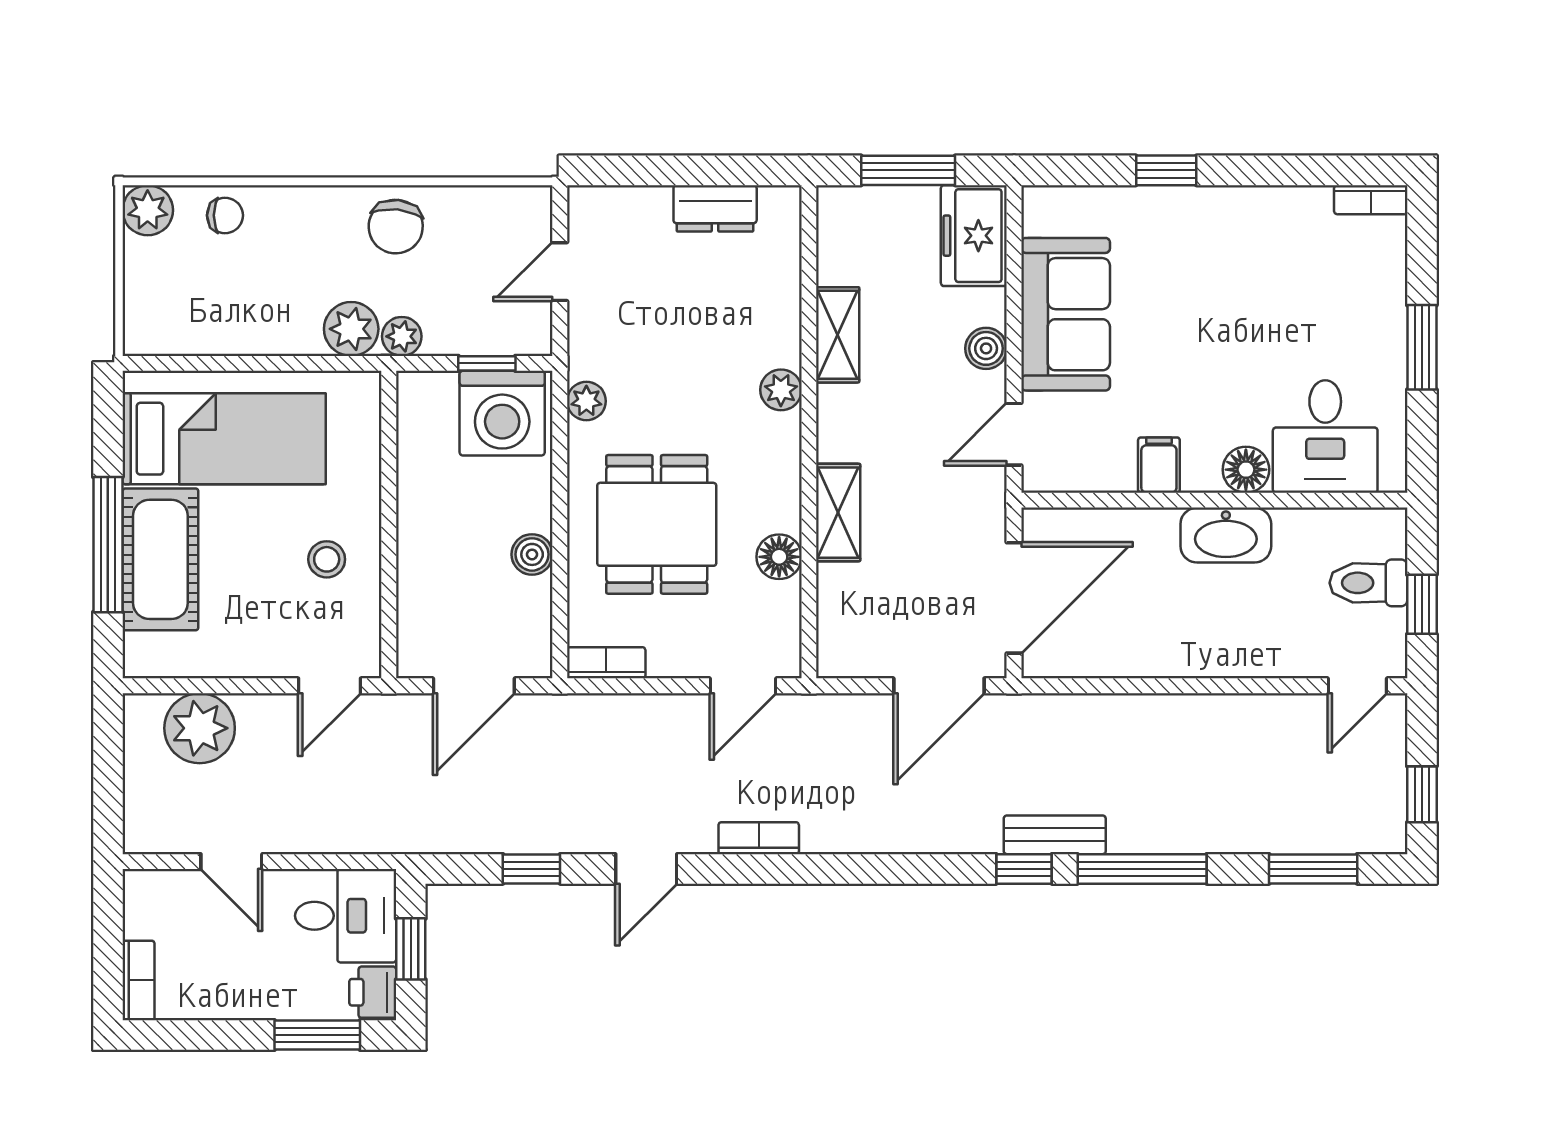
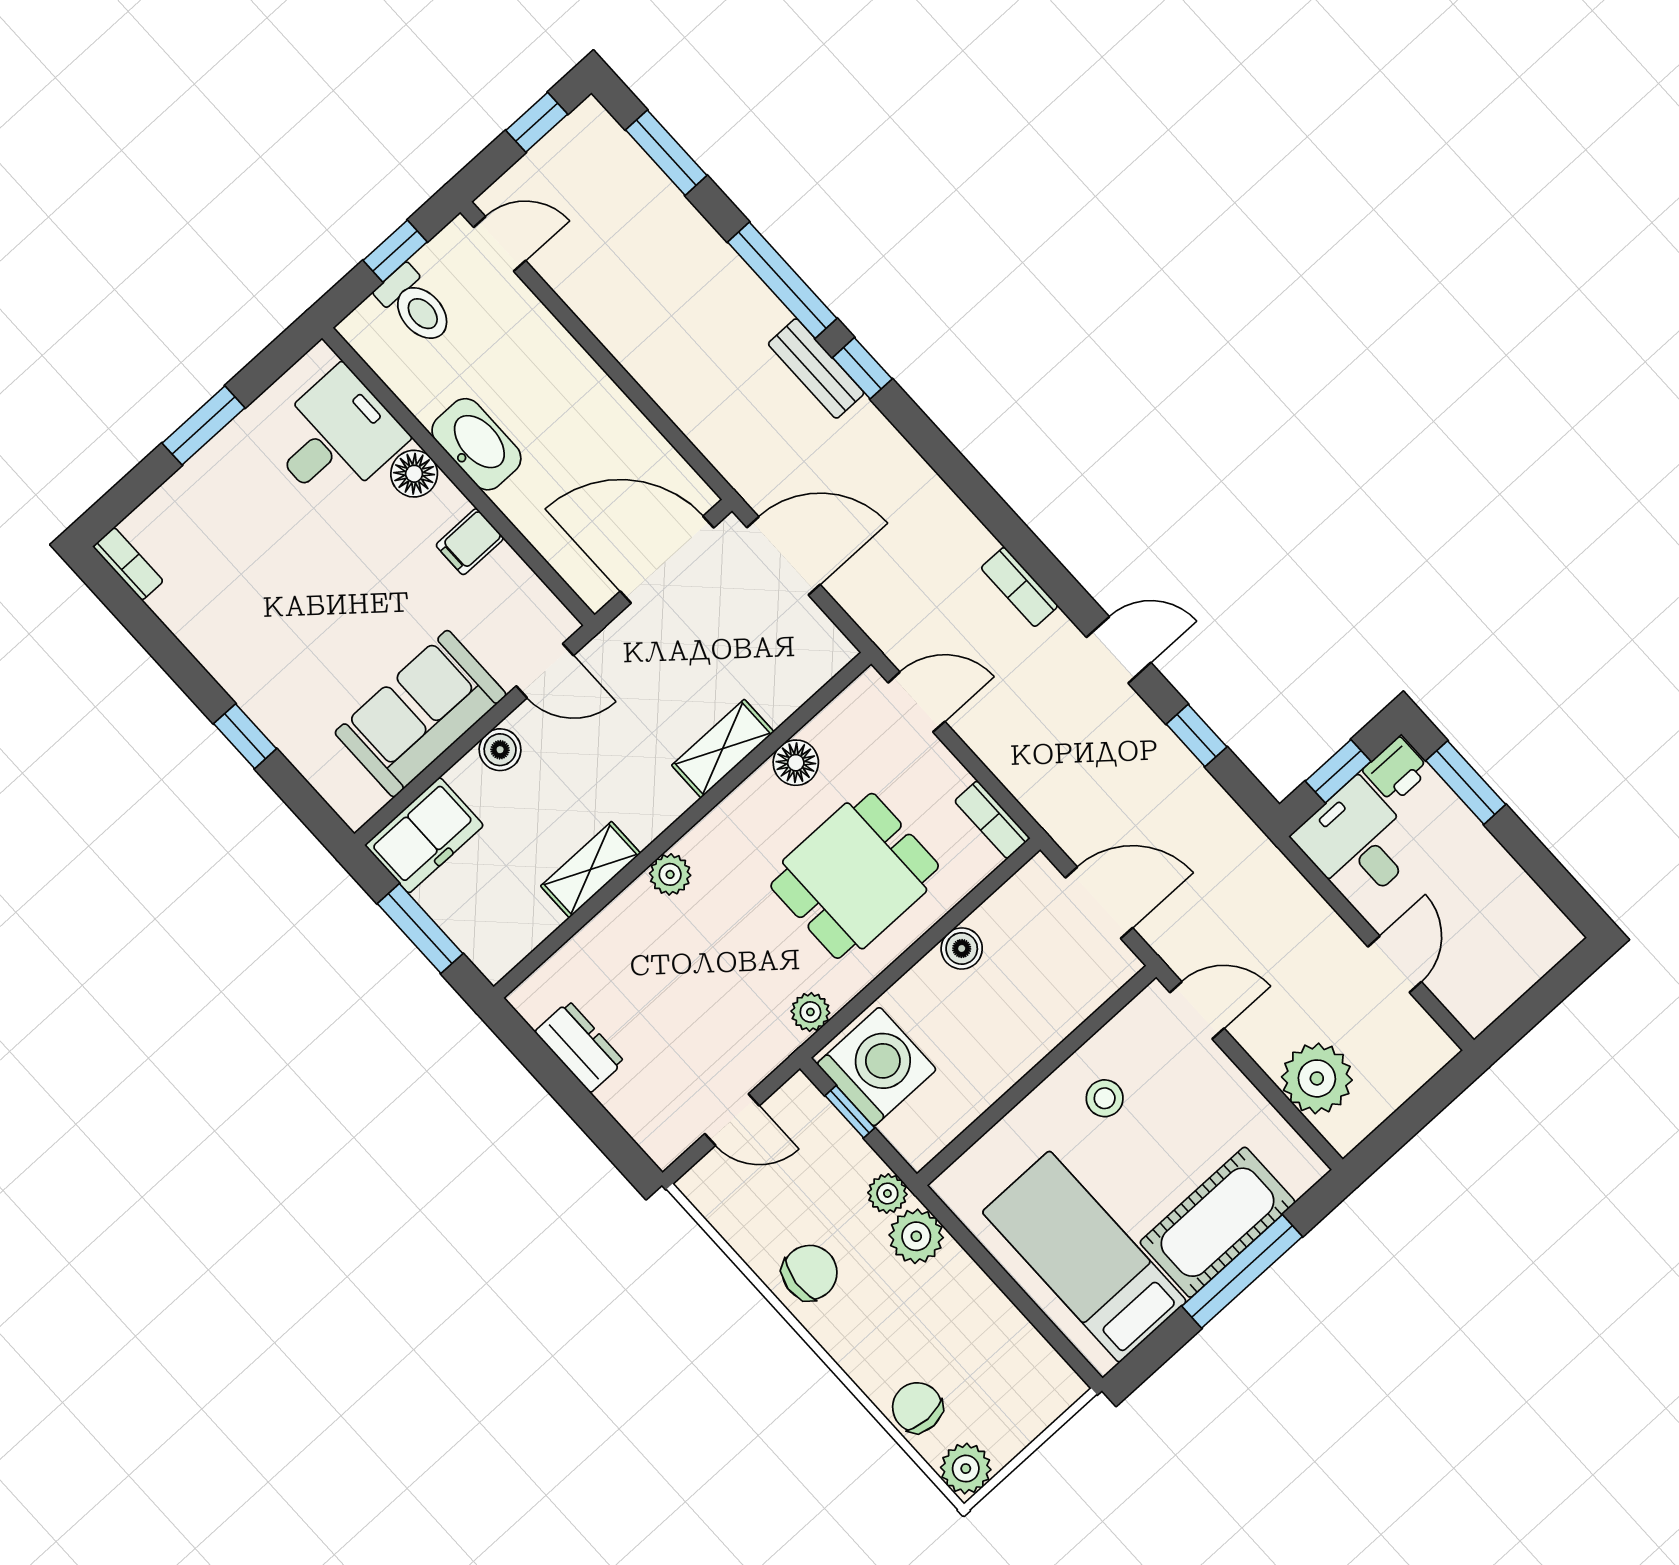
chair: (225, 215) -> (917, 1407), width x1.37, depth x1.37
bookcase: (139, 980) -> (1546, 953), removed

